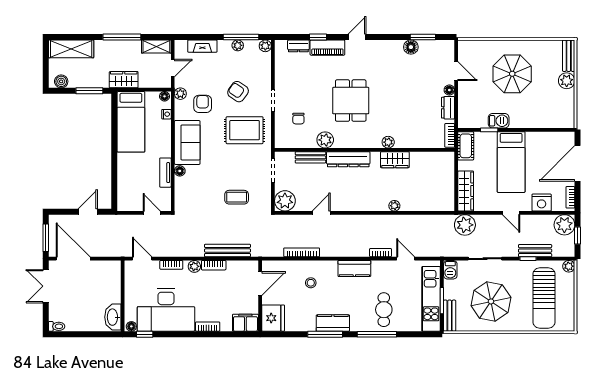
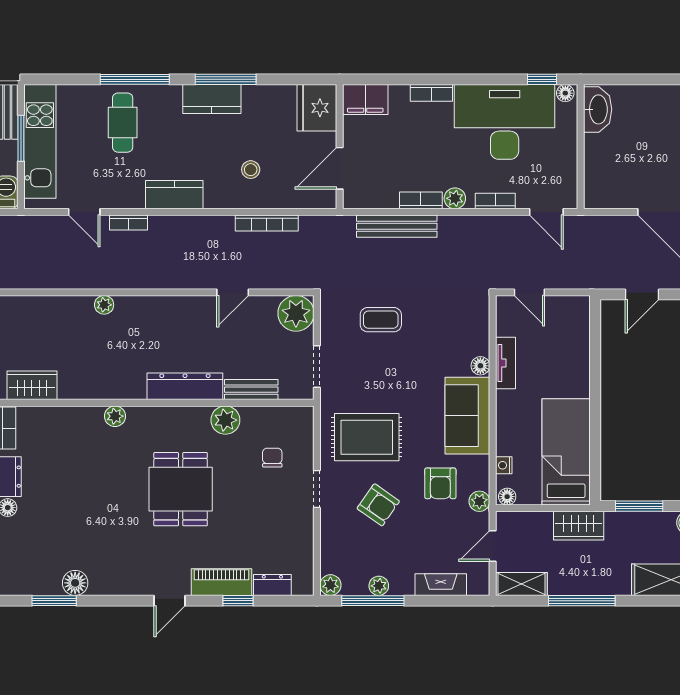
wardrobe: (395, 160) -> (32, 385), moved

